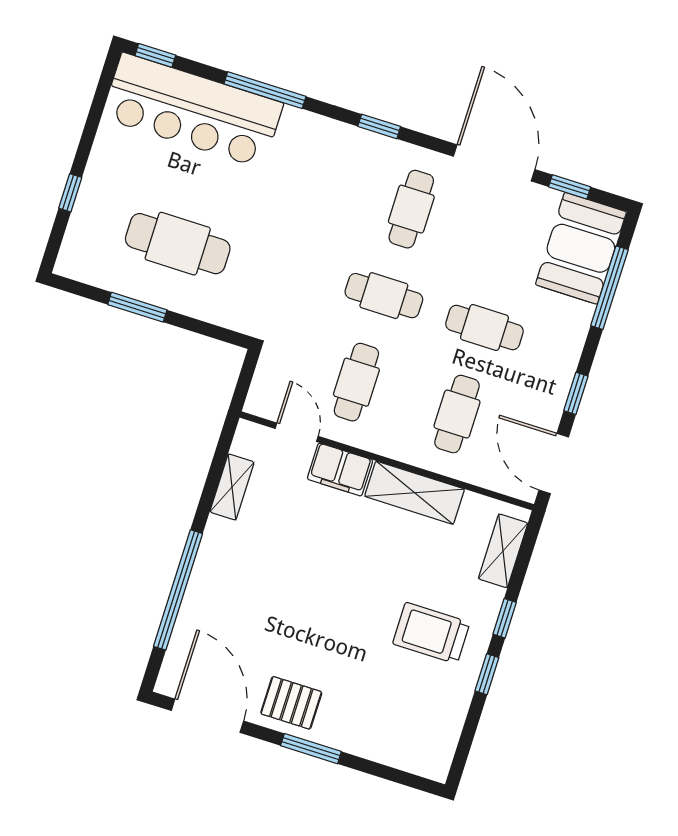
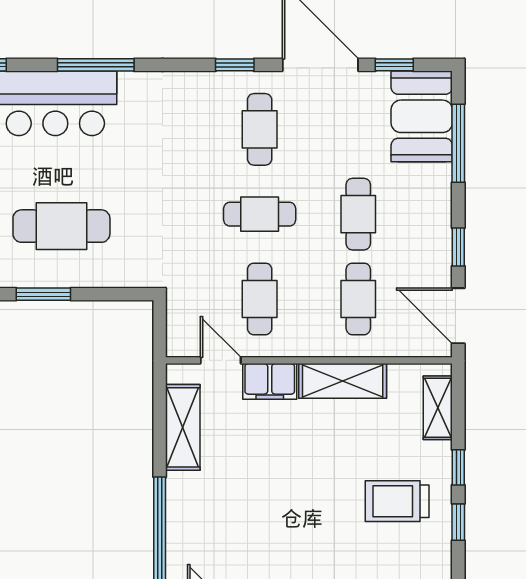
window: (379, 126) -> (235, 65), moved
cafe table: (484, 328) -> (358, 214), turned 90
shelving: (232, 487) -> (183, 427), width x1.50, depth x1.33

